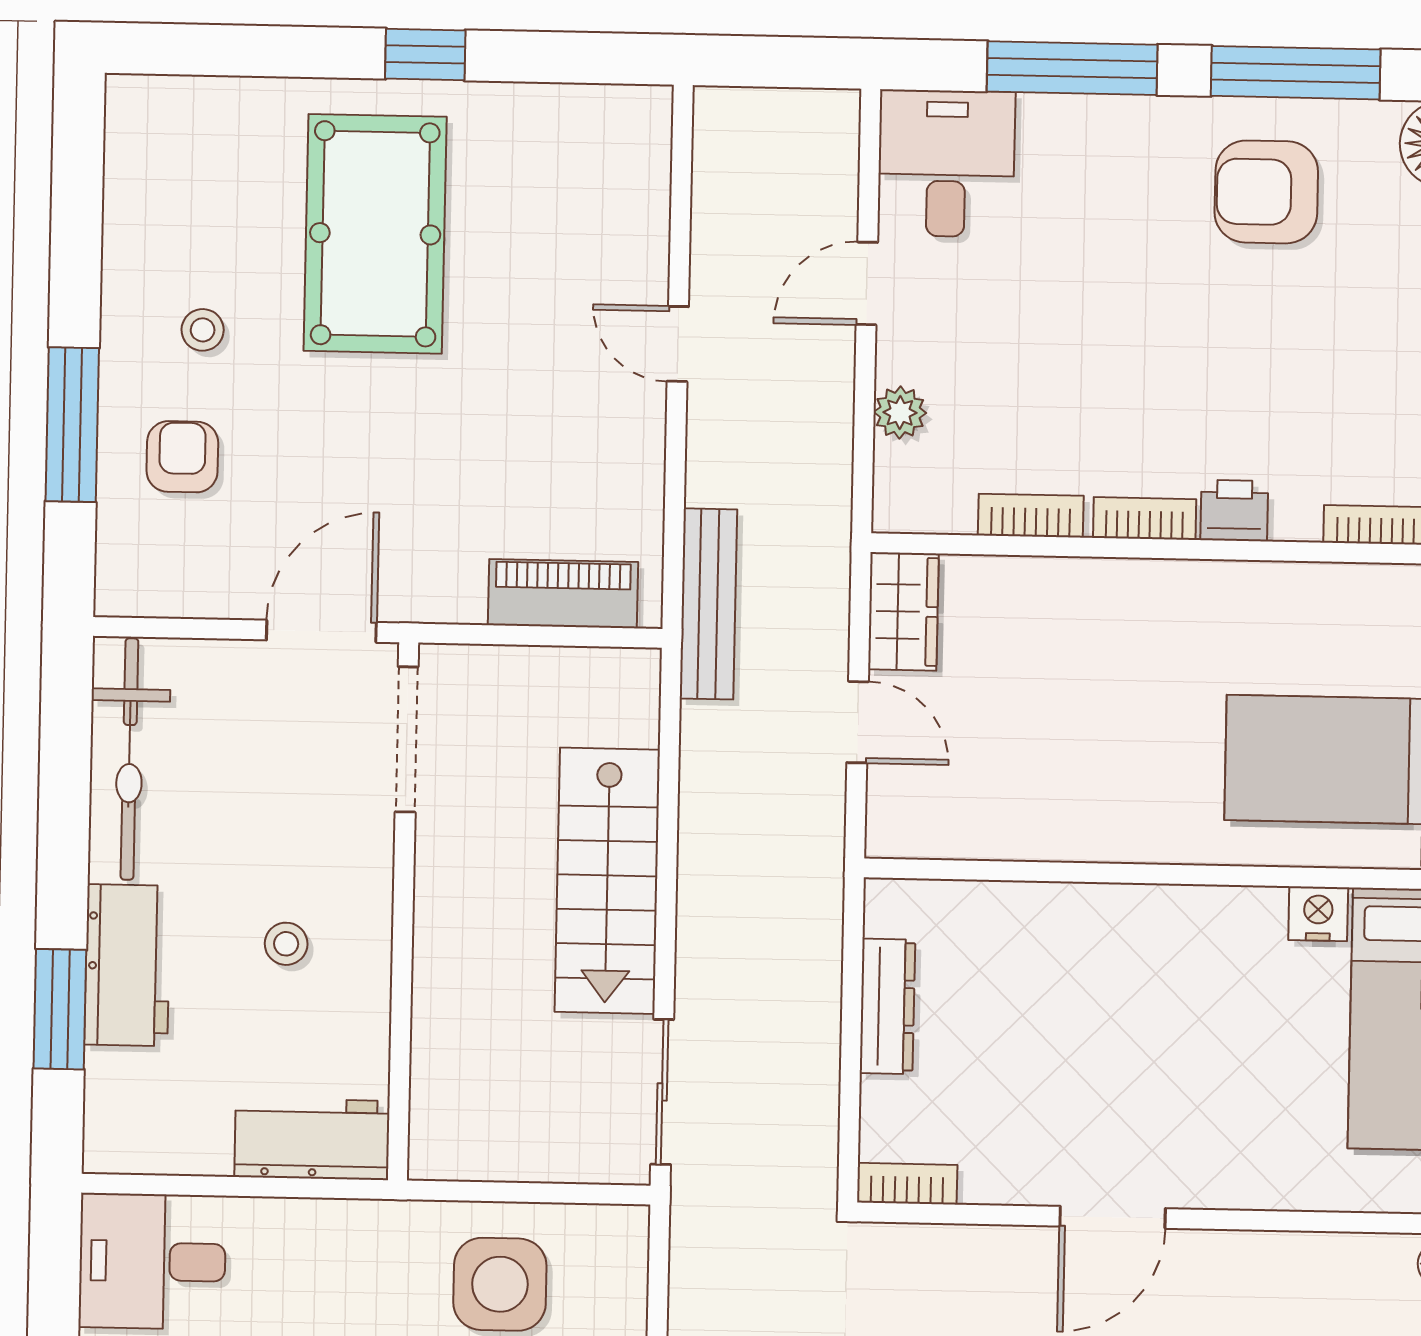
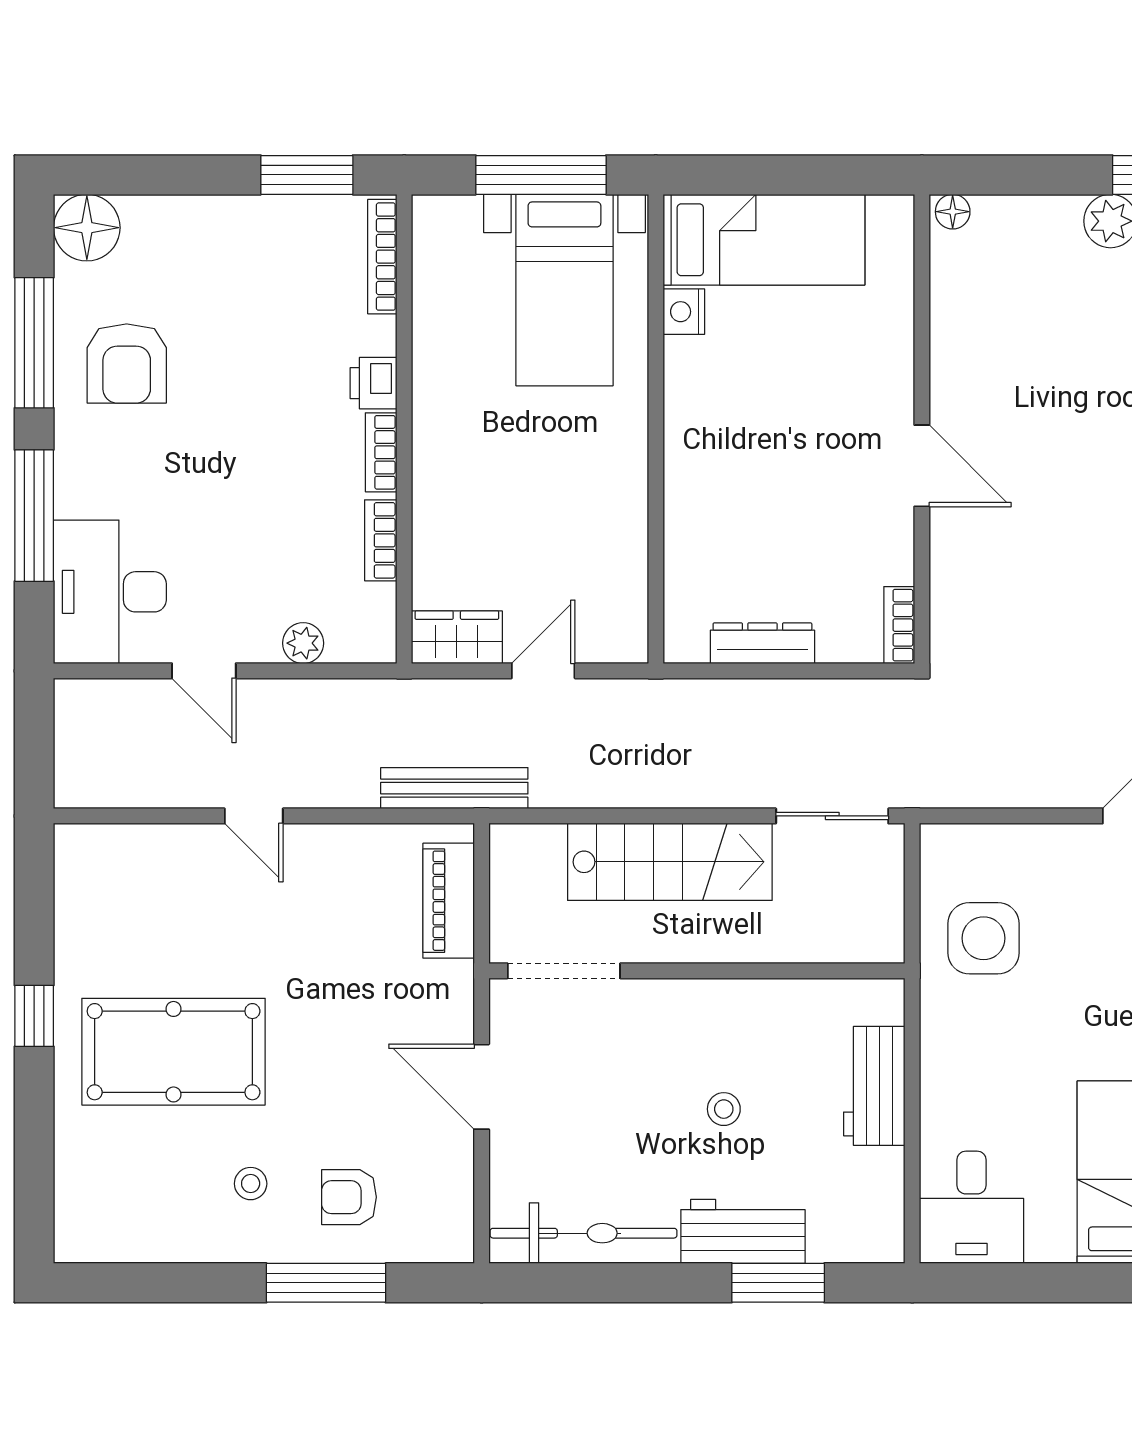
desk: (946, 163) -> (110, 592), width x1.37
door: (678, 344) -> (254, 816), hinge flipped
doorway: (407, 739) -> (564, 971), moved
wall: (403, 911) -> (697, 971), moved

